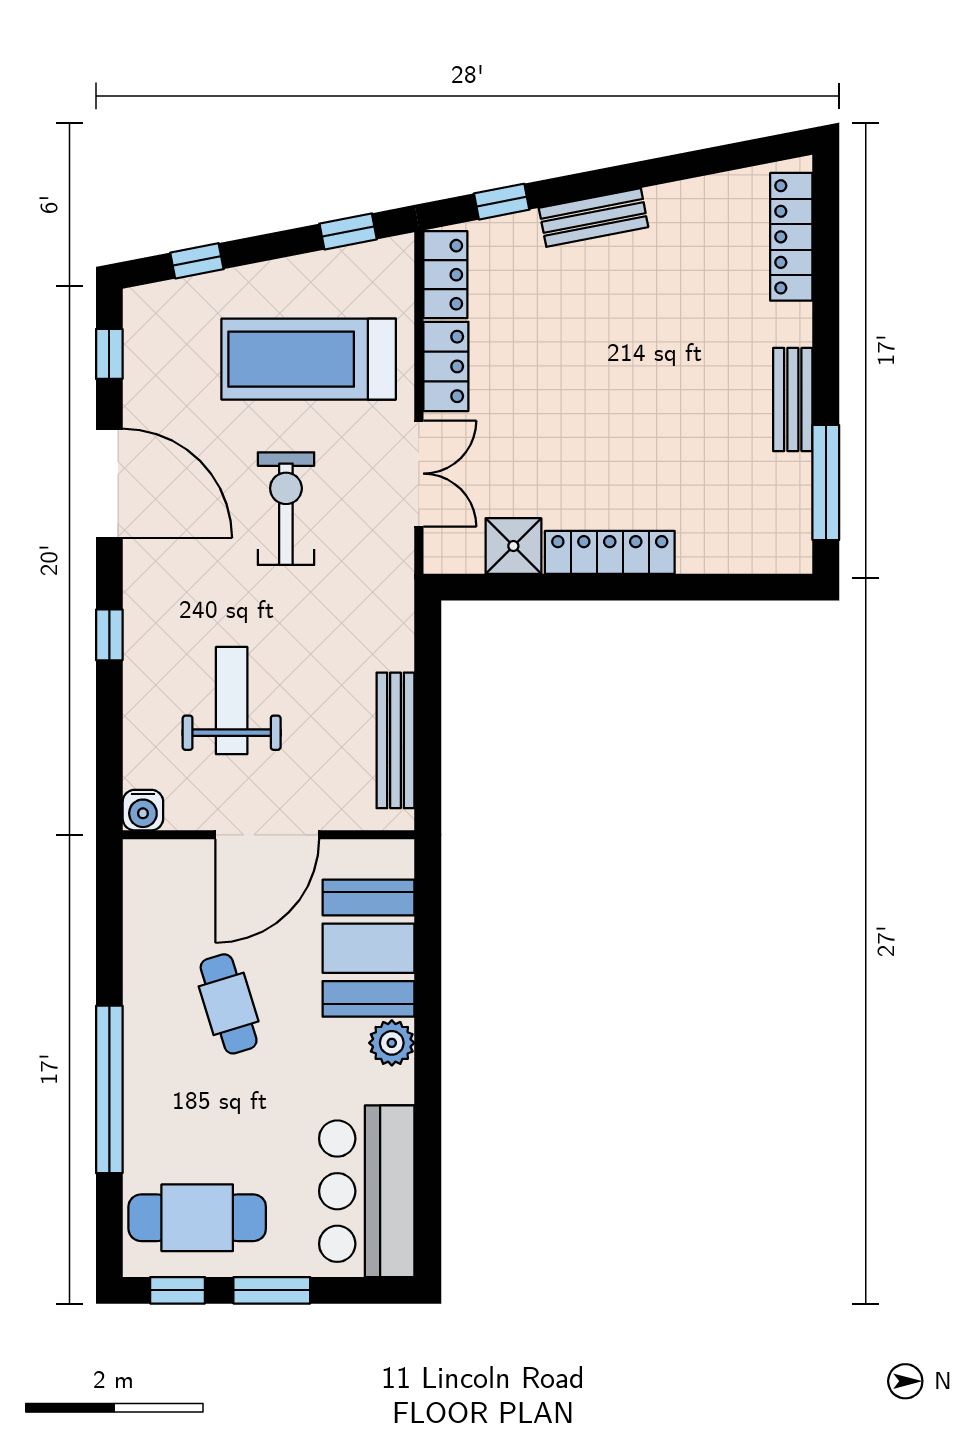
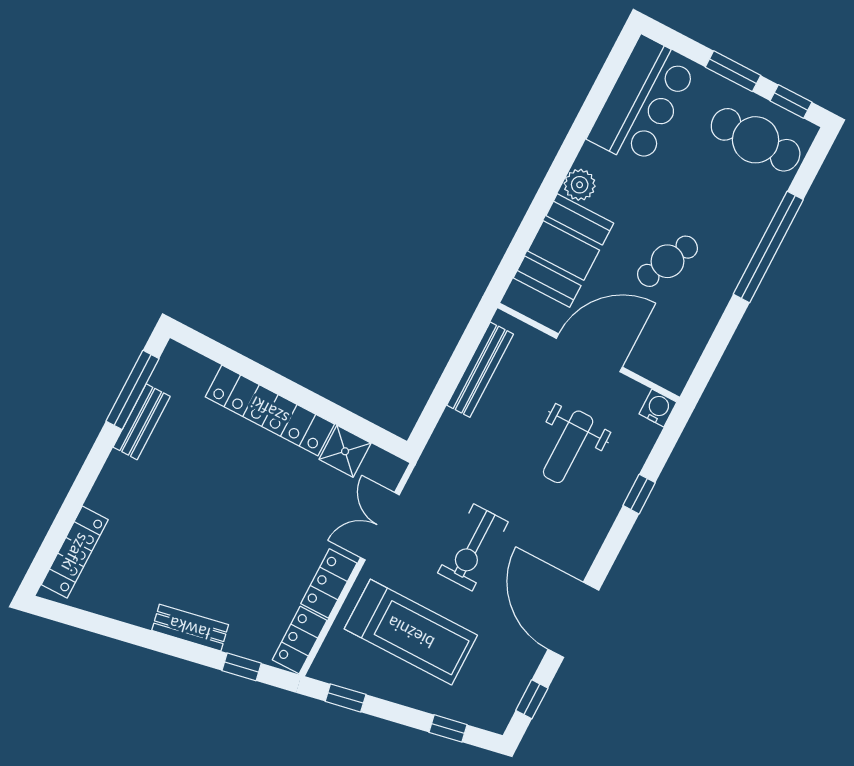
bench: (793, 400) -> (142, 422), moved
locker: (610, 552) -> (270, 410), width x1.41, depth x1.21
window: (109, 635) -> (639, 494), moved
cafe table: (229, 1004) -> (667, 261), turned 43

